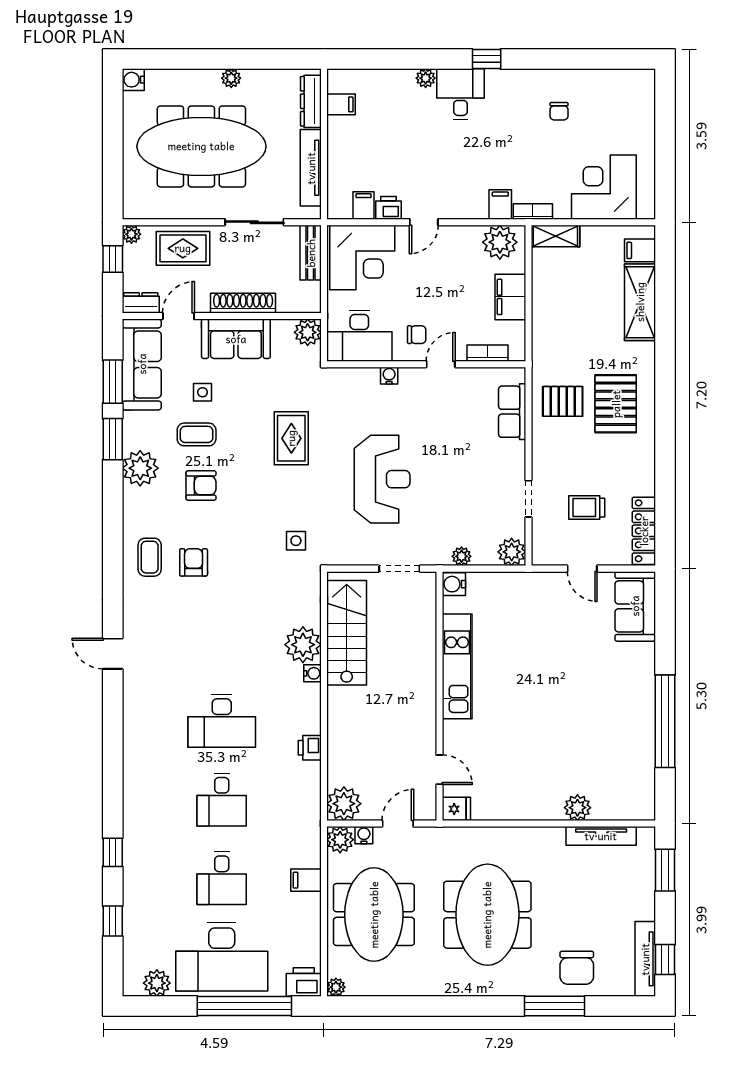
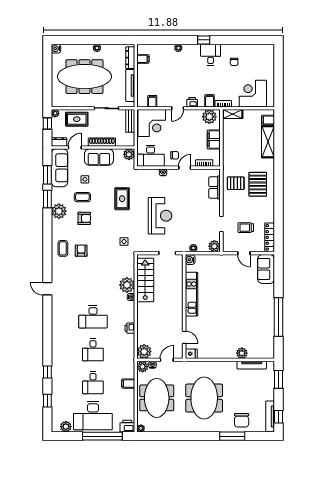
desk: (461, 94) -> (211, 55), moved
printer: (389, 208) -> (192, 102), moved

